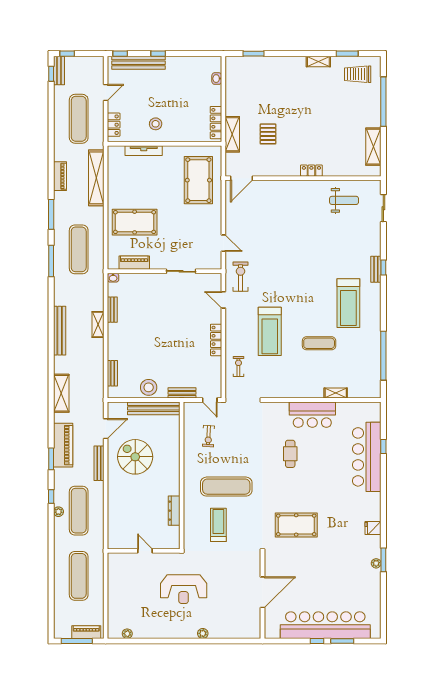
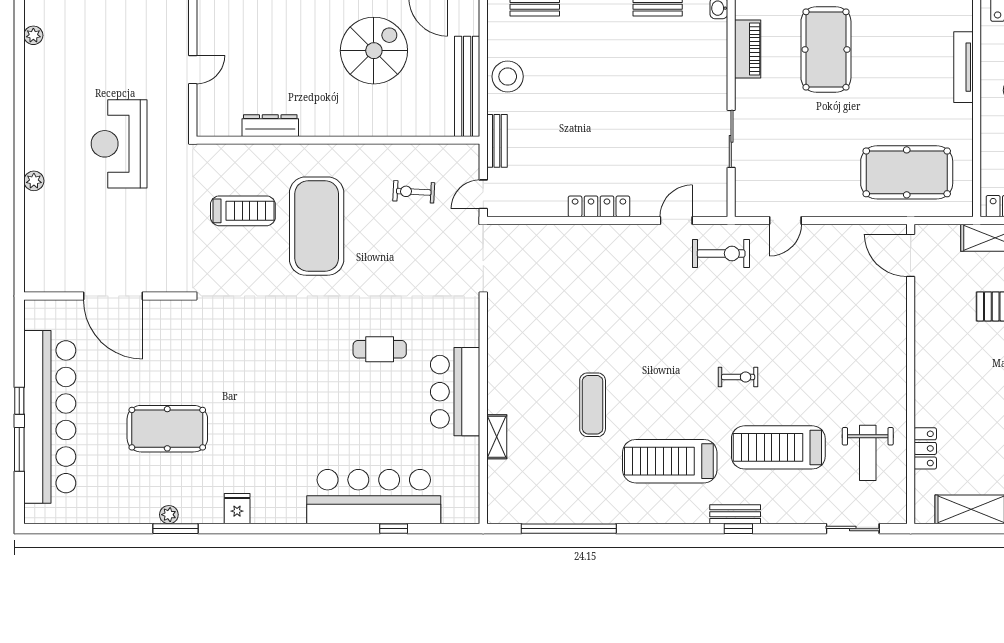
locker: (311, 171) -> (925, 448), moved
treadmill: (270, 331) -> (778, 447), moved
exercise bike: (238, 366) -> (738, 377), moved
exercise mat: (226, 487) -> (317, 226), width x1.47
pool table: (296, 525) -> (167, 429), moved, turned 90

